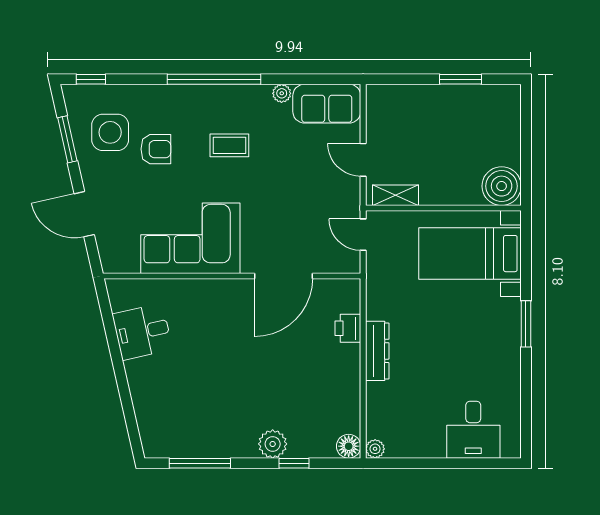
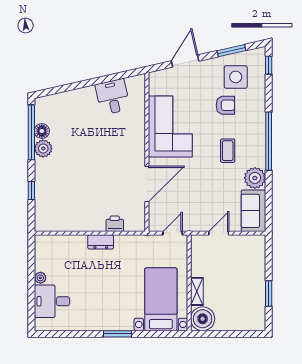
plant: (282, 93) -> (255, 178), width x1.88, depth x1.88
armchair: (156, 149) -> (225, 105), turned -90
shelving: (395, 195) -> (197, 291), moved
door: (283, 276) -> (147, 184), swing flipped
dresser: (377, 351) -> (101, 242), width x0.70
plant: (273, 444) -> (43, 148), moved
floor lamp: (349, 446) -> (42, 131), moved
plant: (375, 449) -> (40, 278), moved
window: (200, 463) -> (31, 132), width x1.46

